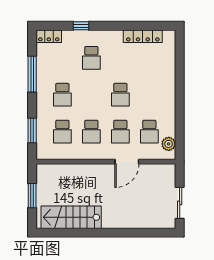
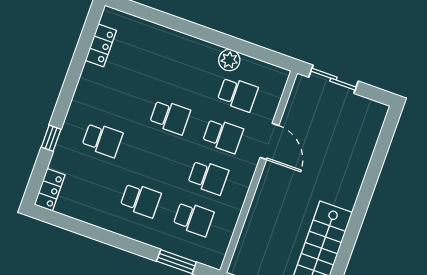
locker: (143, 36) -> (101, 45), width x0.66
window: (32, 74) -> (96, 233), removed
plant: (169, 144) -> (229, 60), moved
sliding door: (180, 203) -> (333, 79), moved

